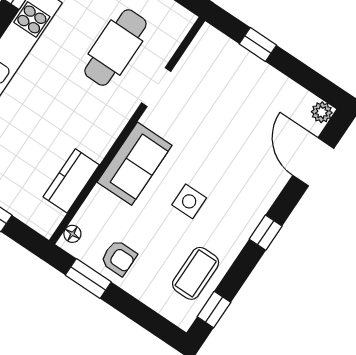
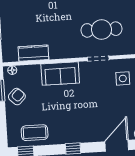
side table: (189, 201) -> (123, 78), moved
armchair: (119, 258) -> (17, 97), turned -135

